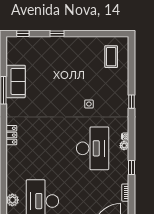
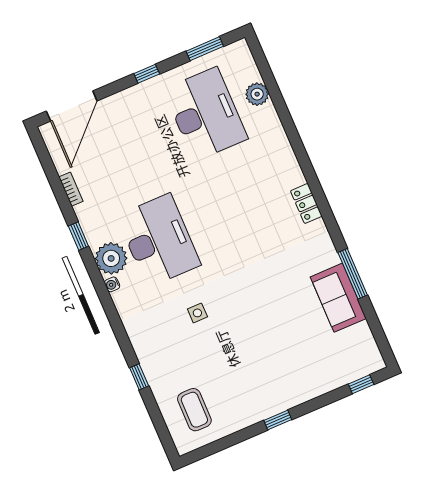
window: (57, 34) -> (278, 420), moved
window: (132, 102) -> (139, 377), moved
plant: (124, 146) -> (111, 258), width x1.87, depth x1.87
desk: (93, 148) -> (159, 240), turned 180

